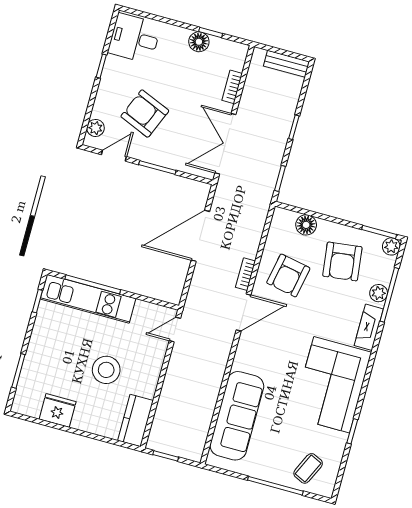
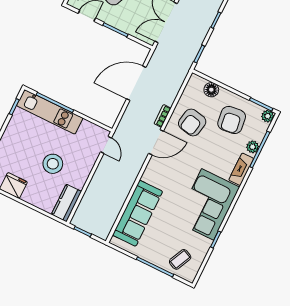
door: (175, 329) -> (106, 145), swing flipped

